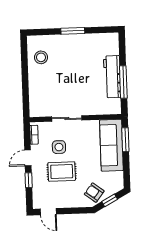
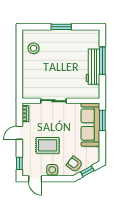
window: (123, 82) -> (102, 61), moved
side table: (59, 147) -> (52, 170), moved
window: (29, 180) -> (19, 163), moved

